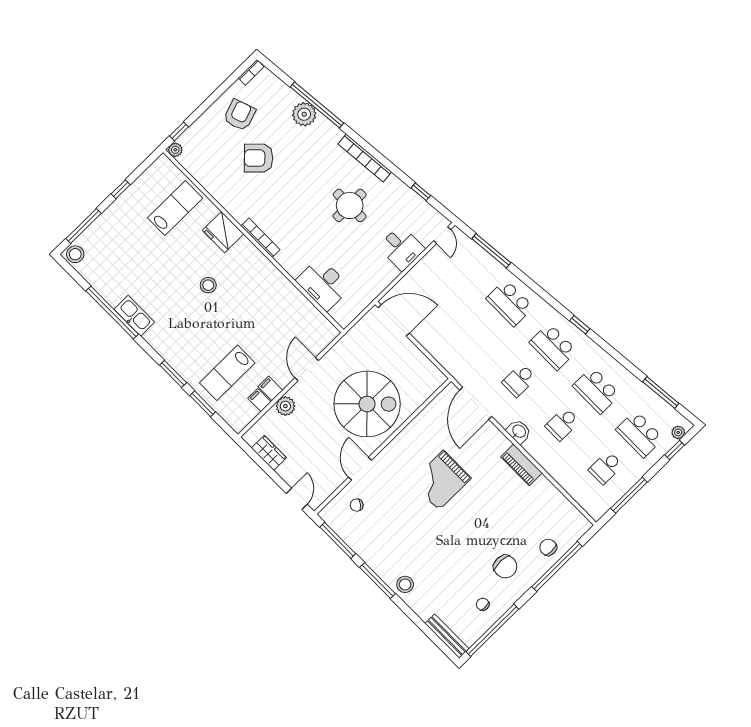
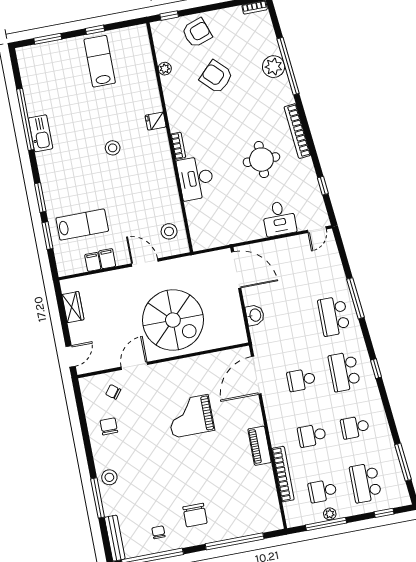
armchair: (240, 115) -> (197, 33), moved
plant: (175, 150) -> (165, 69), moved
lab bench: (175, 208) -> (100, 61), moved, turned -90
window: (83, 226) -> (48, 39), width x0.69
fridge: (223, 232) -> (156, 121), width x0.53, depth x0.75
bookcase: (260, 238) -> (178, 146), width x0.64
window: (491, 251) -> (356, 298), moved
stool: (75, 254) -> (169, 231), moved
desk: (323, 284) -> (196, 178), moved
door: (307, 369) -> (145, 262), hinge flipped
lab bench: (227, 373) -> (82, 225), turned 180
school desk: (596, 390) -> (355, 427), width x0.54
plant: (285, 406) -> (110, 280), removed
washbasin: (519, 431) -> (255, 315), moved
plant: (678, 432) -> (330, 514), moved
bookcase: (560, 476) -> (283, 474), added
window: (338, 540) -> (81, 409), removed
chair: (548, 547) -> (109, 426), moved
window: (377, 581) -> (98, 498), moved

